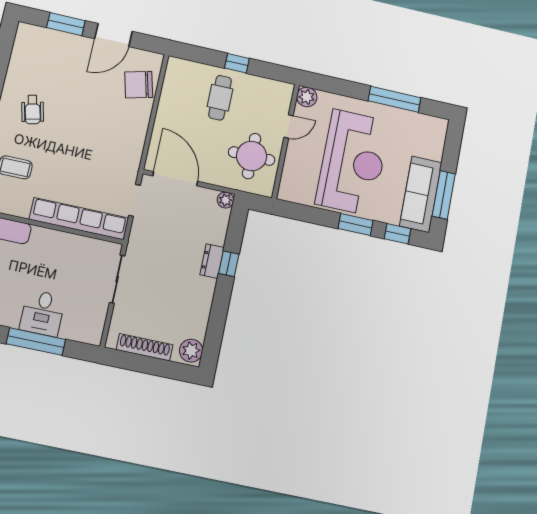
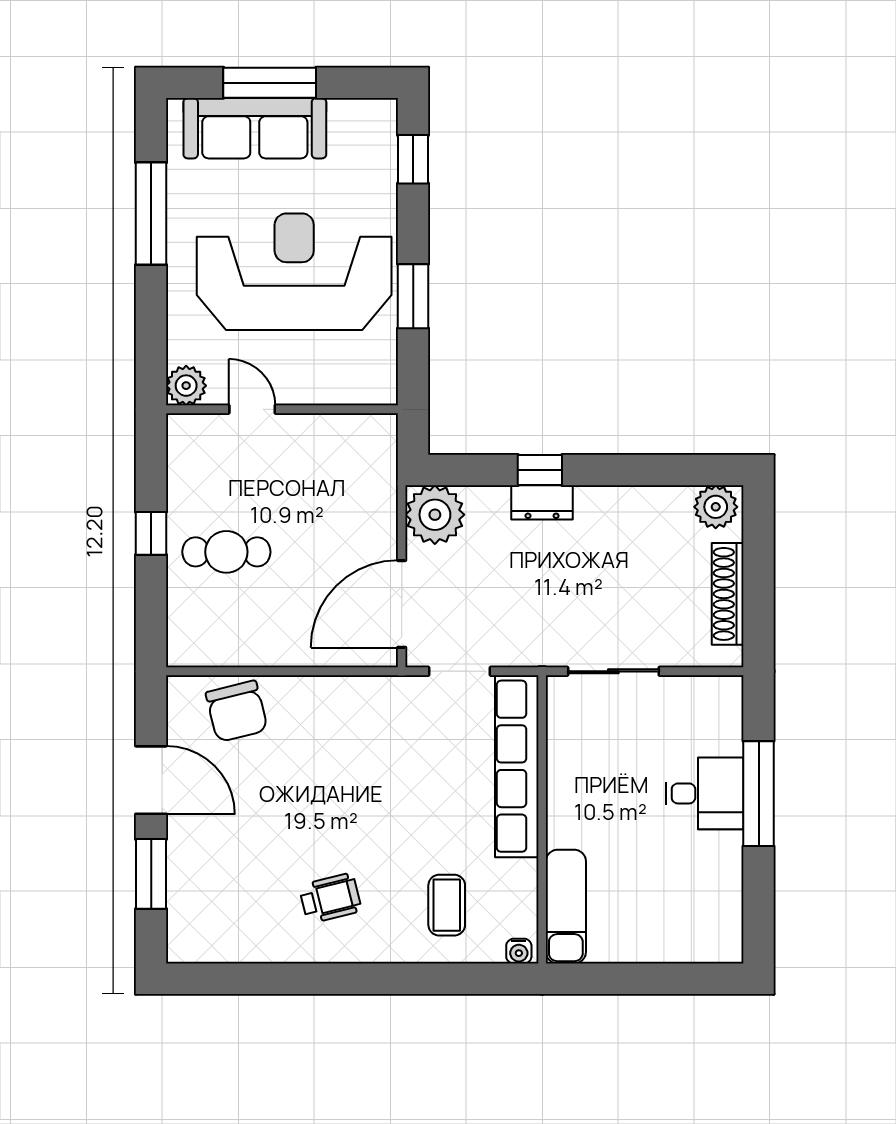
round table: (252, 156) -> (326, 469), removed
sofa: (421, 194) -> (255, 128), moved
window: (444, 195) -> (270, 83), moved
plant: (225, 200) -> (435, 515), width x1.88, depth x1.88
window: (356, 224) -> (413, 296), moved

